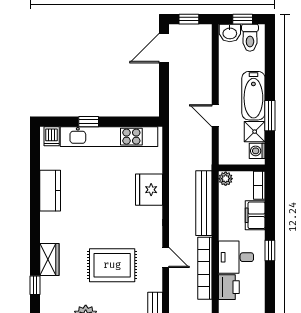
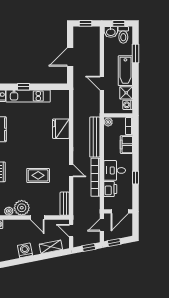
door: (164, 48) -> (70, 57), moved
window: (270, 116) -> (136, 53), moved
kitchen unit: (109, 137) -> (28, 96), width x0.73
window: (270, 251) -> (136, 178), moved
rug: (112, 265) -> (38, 175), width x0.73, depth x0.70

